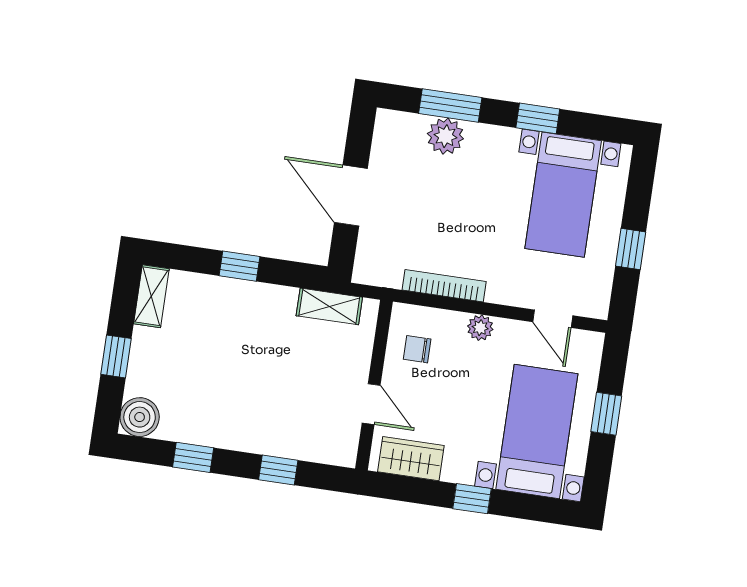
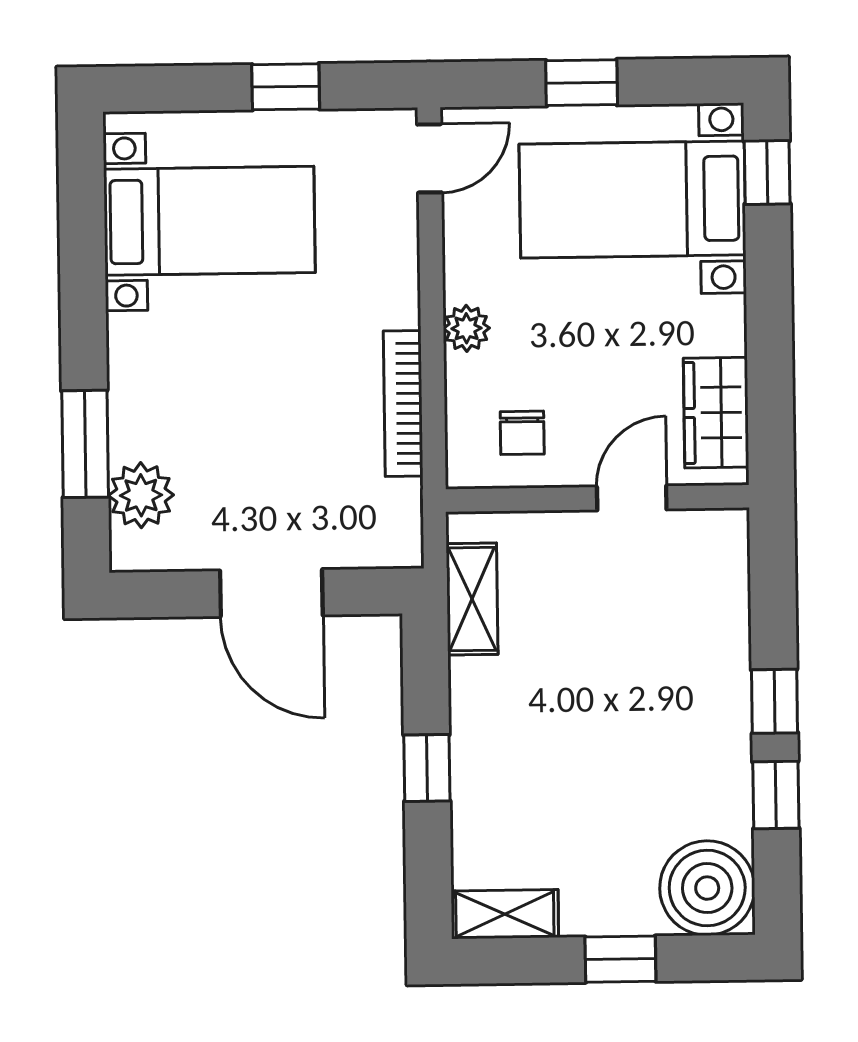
window: (538, 118) -> (83, 287), removed
plant: (445, 136) -> (141, 495), moved
door: (351, 196) -> (271, 593), hinge flipped
door: (553, 319) -> (430, 158), moved
boiler: (140, 417) -> (707, 888), width x1.37, depth x1.37
window: (278, 470) -> (774, 701), moved
window: (472, 499) -> (767, 173), moved

